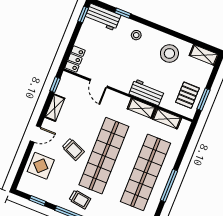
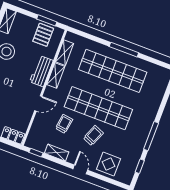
door: (99, 83) -> (38, 103), moved
pallet: (187, 95) -> (43, 35), turned 90
trolley: (80, 199) -> (64, 124), moved

